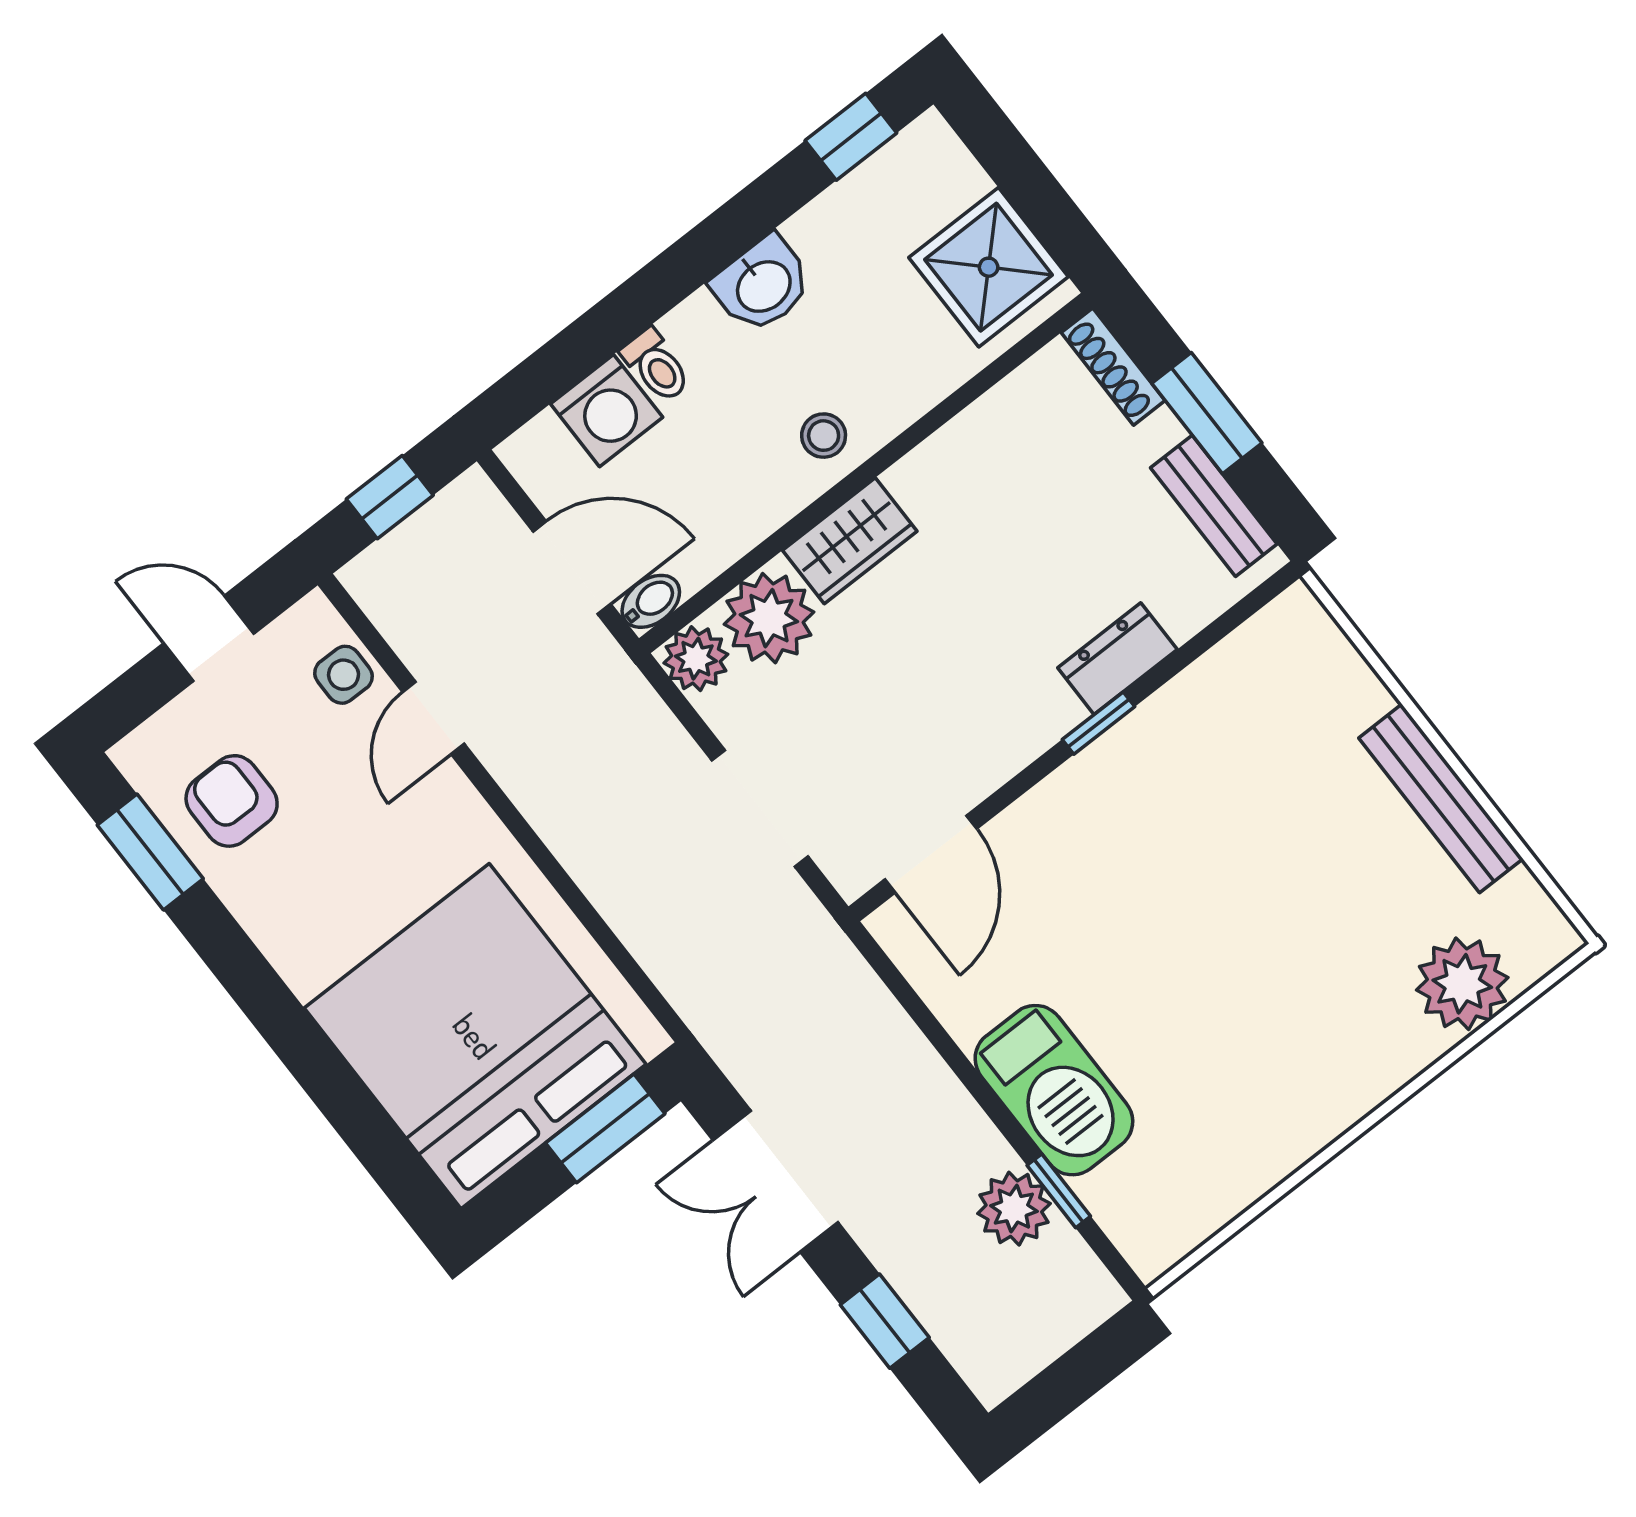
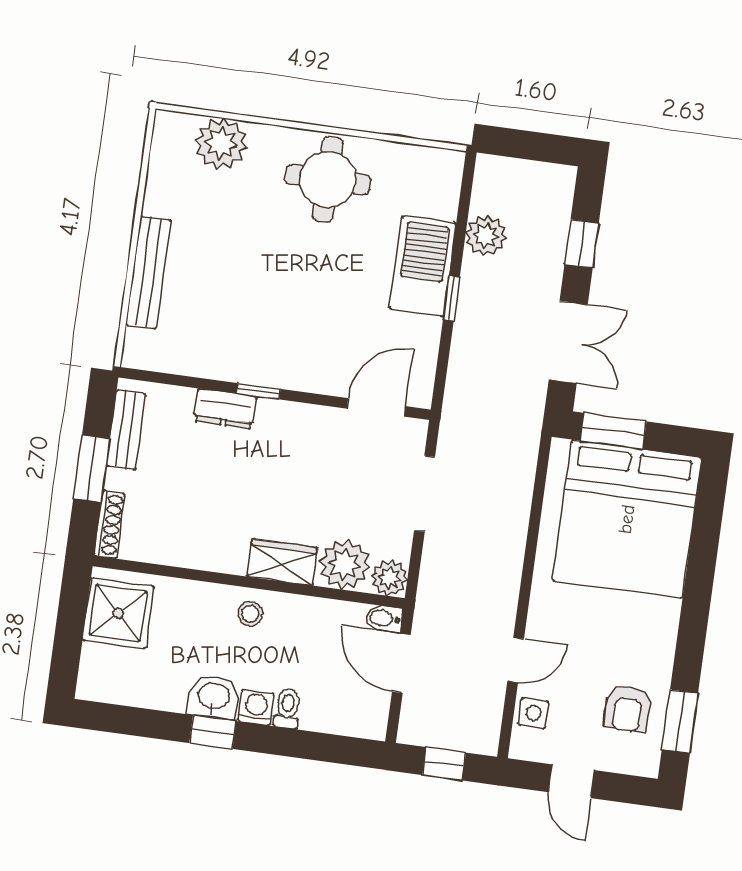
window: (851, 137) -> (213, 732), moved
washing machine: (607, 411) -> (256, 707), moved, width x0.73, depth x0.73
bench: (1441, 798) -> (148, 272), moved
round table: (1283, 1076) -> (328, 179), added
window: (1059, 1191) -> (451, 298), moved

